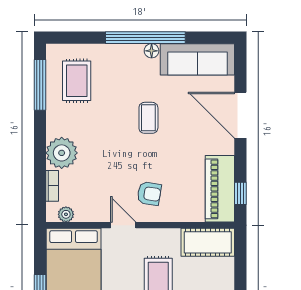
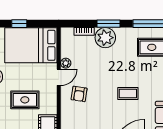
window: (40, 148) -> (109, 24), added
plant: (66, 214) -> (66, 63), moved

